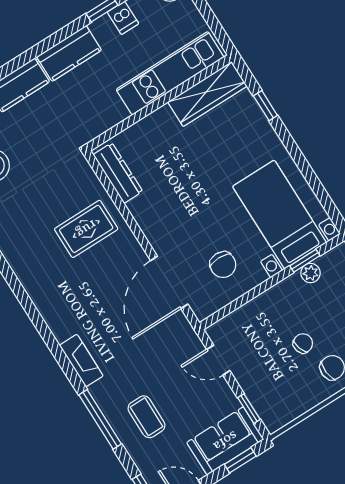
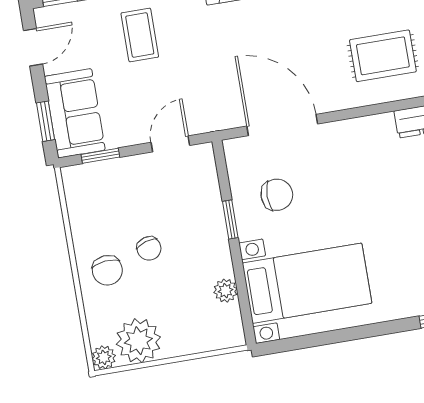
rug: (86, 229) -> (383, 56), turned 90
window: (305, 261) -> (230, 220), moved
chair: (223, 265) -> (277, 195), turned 180
coffee table: (147, 417) -> (140, 35), turned 90

